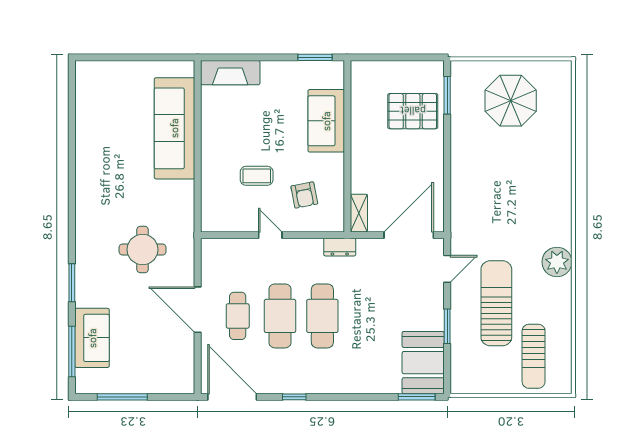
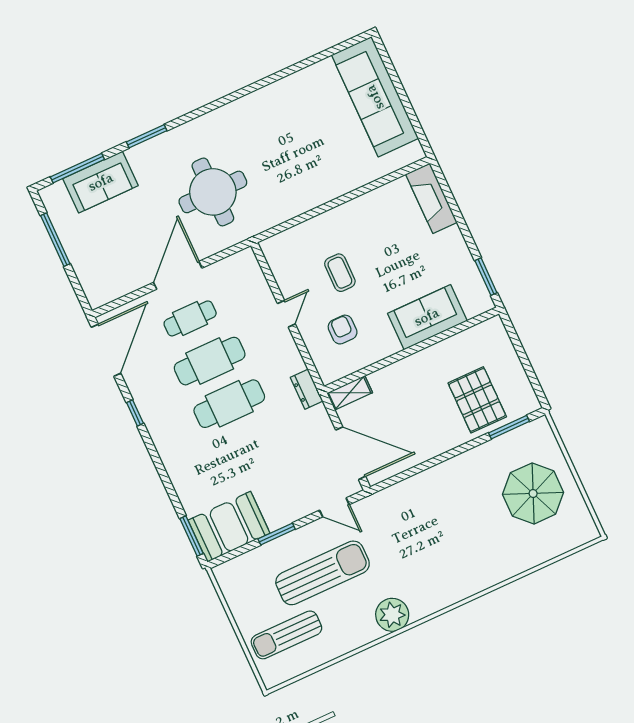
sofa: (174, 128) -> (375, 97), moved, turned -90
armchair: (304, 195) -> (343, 330), turned 101
round table: (143, 250) -> (213, 192), width x1.36, depth x1.36

